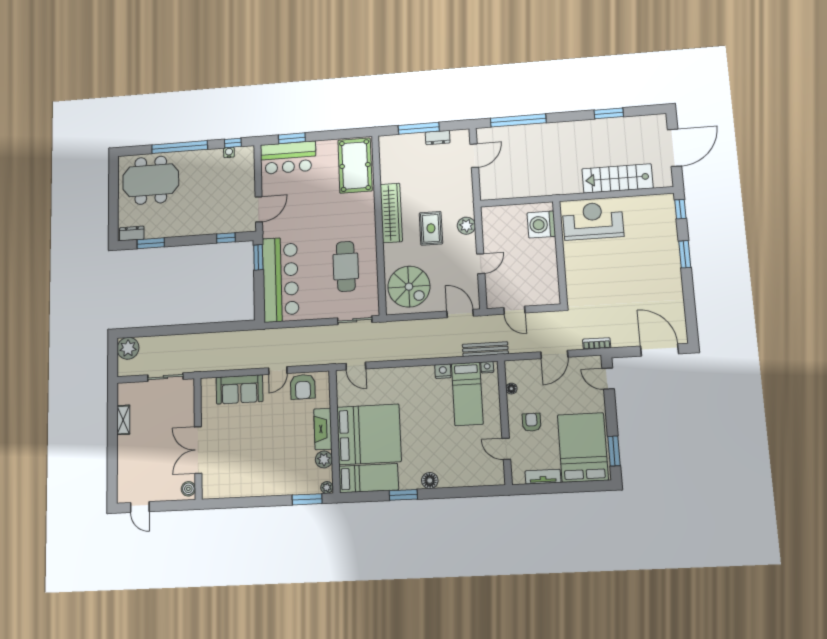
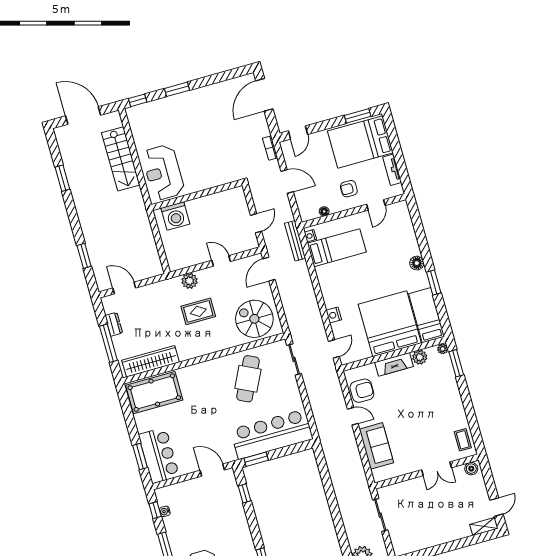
window: (518, 120) -> (84, 256), width x0.47
wardrobe: (391, 213) -> (151, 361), moved
cafe table: (346, 266) -> (248, 379), turned -64
spiral stairs: (409, 287) -> (254, 319), turned -90
nightstand: (443, 371) -> (334, 315), moved
shelving: (123, 420) -> (484, 526), moved
double door: (198, 450) -> (436, 469), width x0.73
coffee table: (222, 487) -> (463, 440), added

